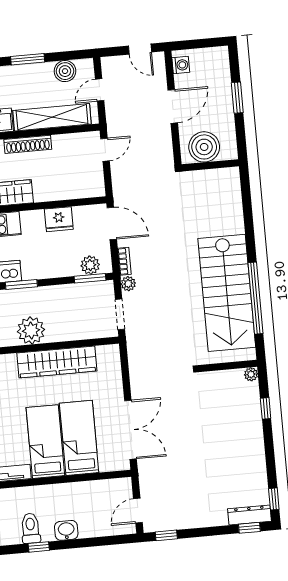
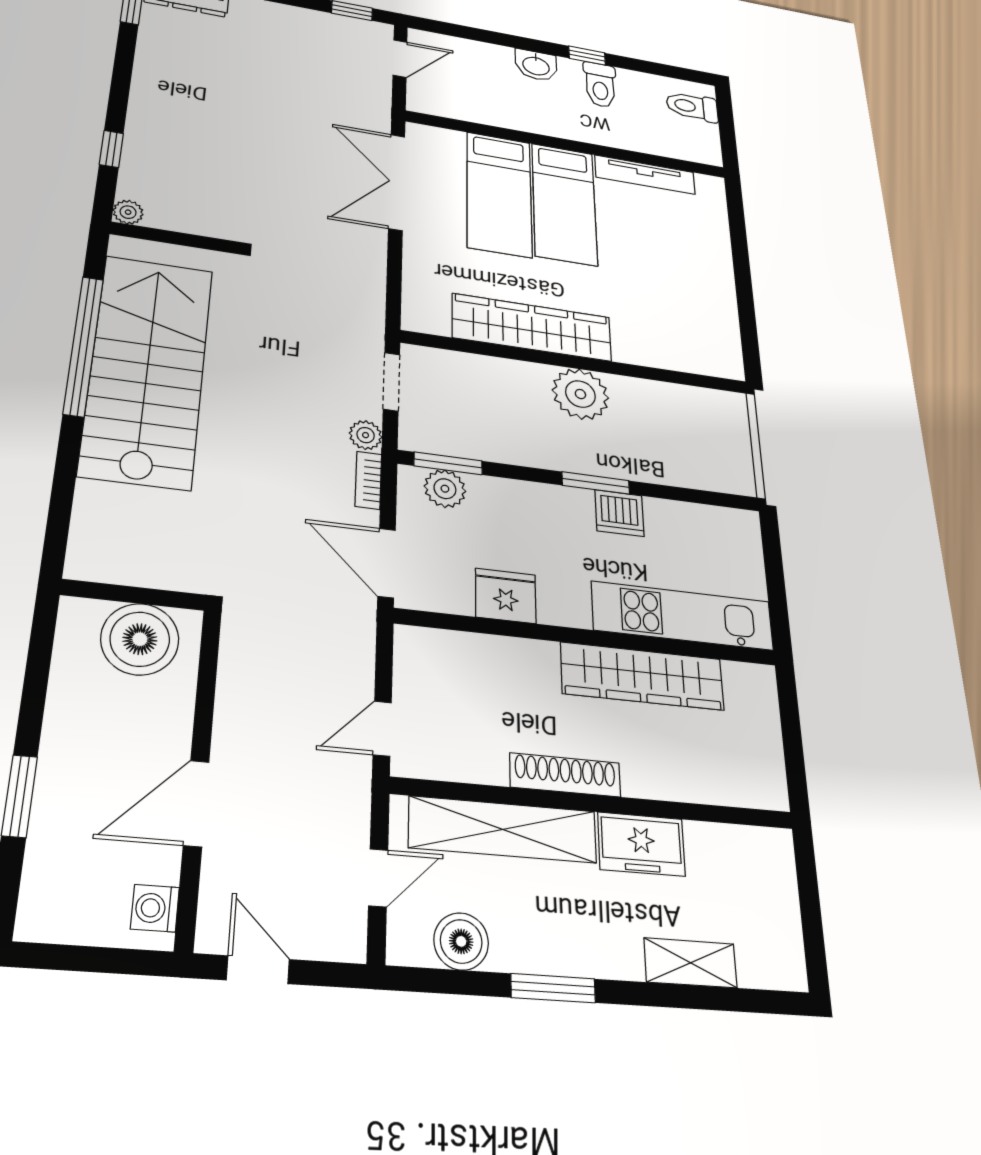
boiler: (204, 147) -> (140, 639), moved
wall: (210, 165) -> (133, 595), moved

